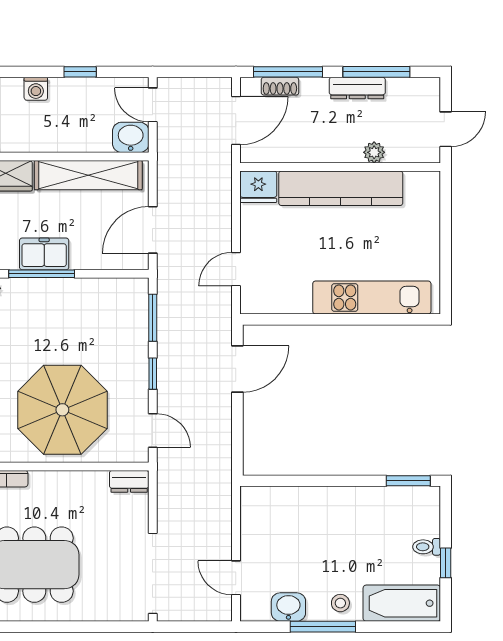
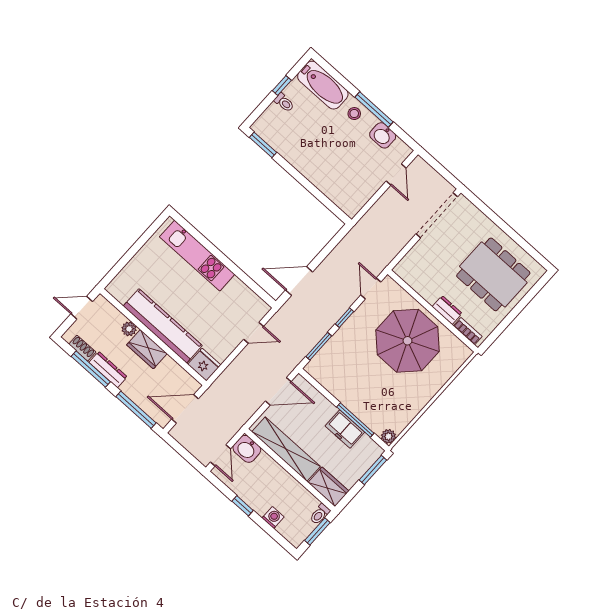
shoe rack: (280, 86) -> (82, 348), moved
wardrobe: (335, 148) -> (147, 349), added
dresser: (129, 481) -> (447, 310), moved

